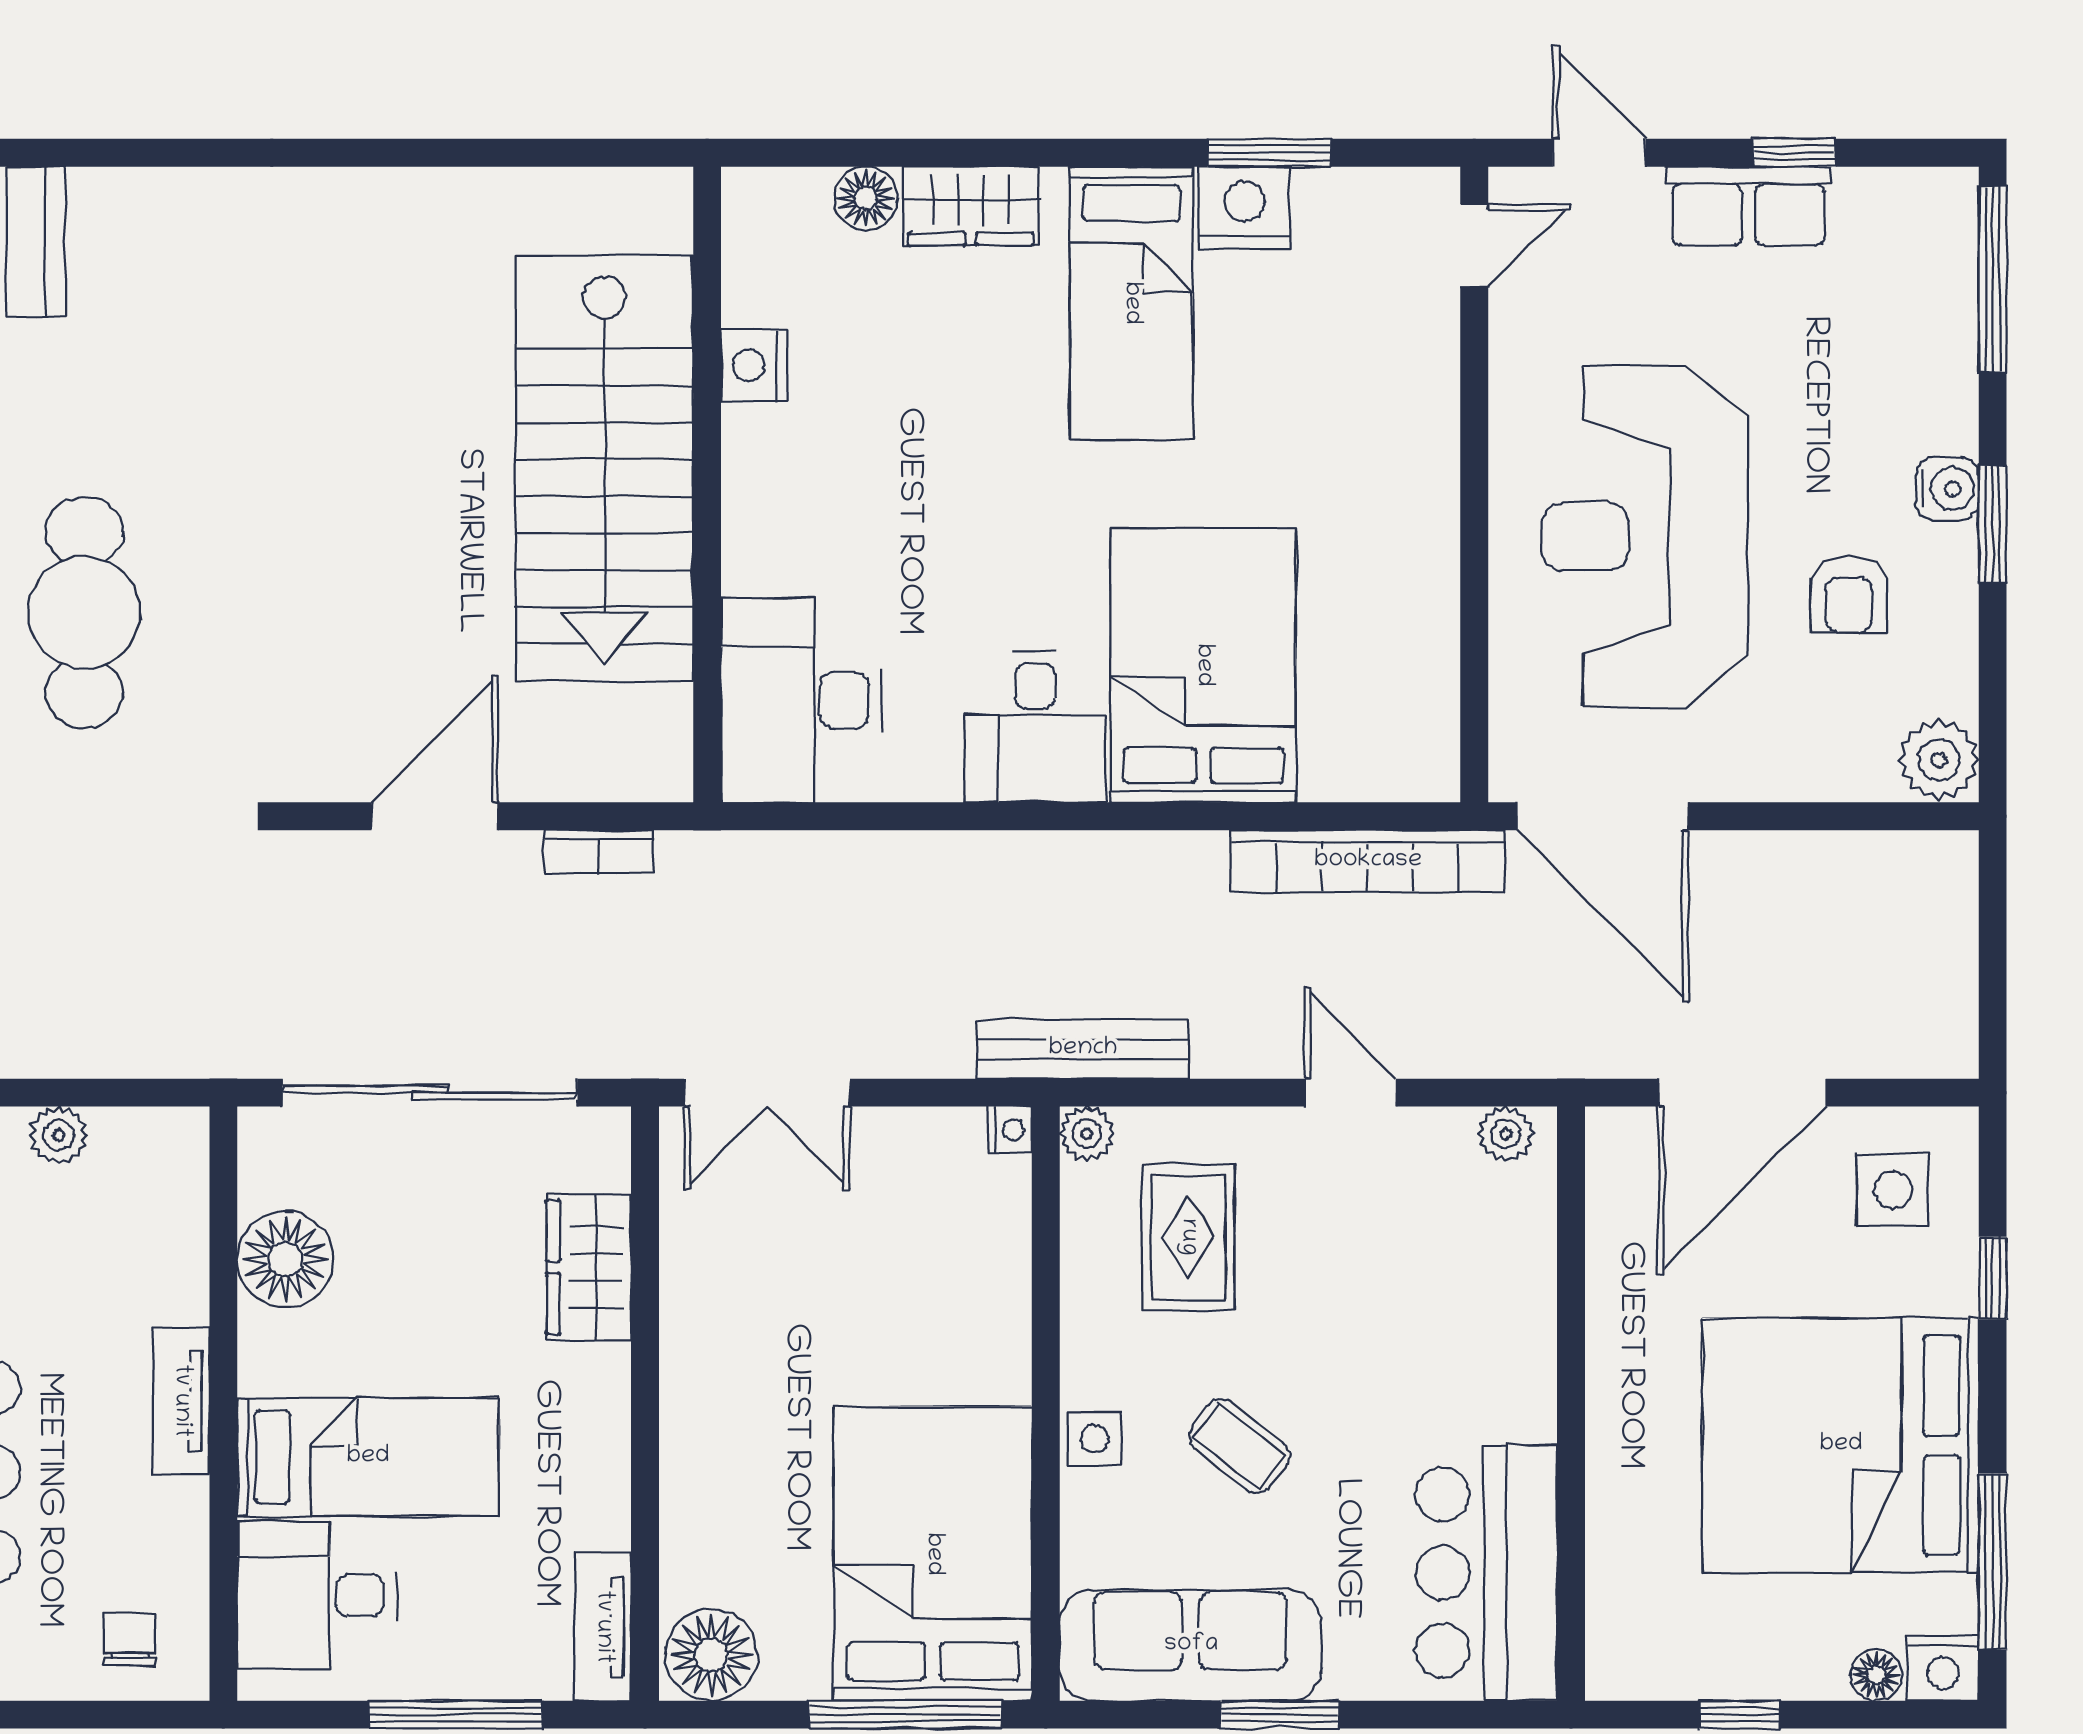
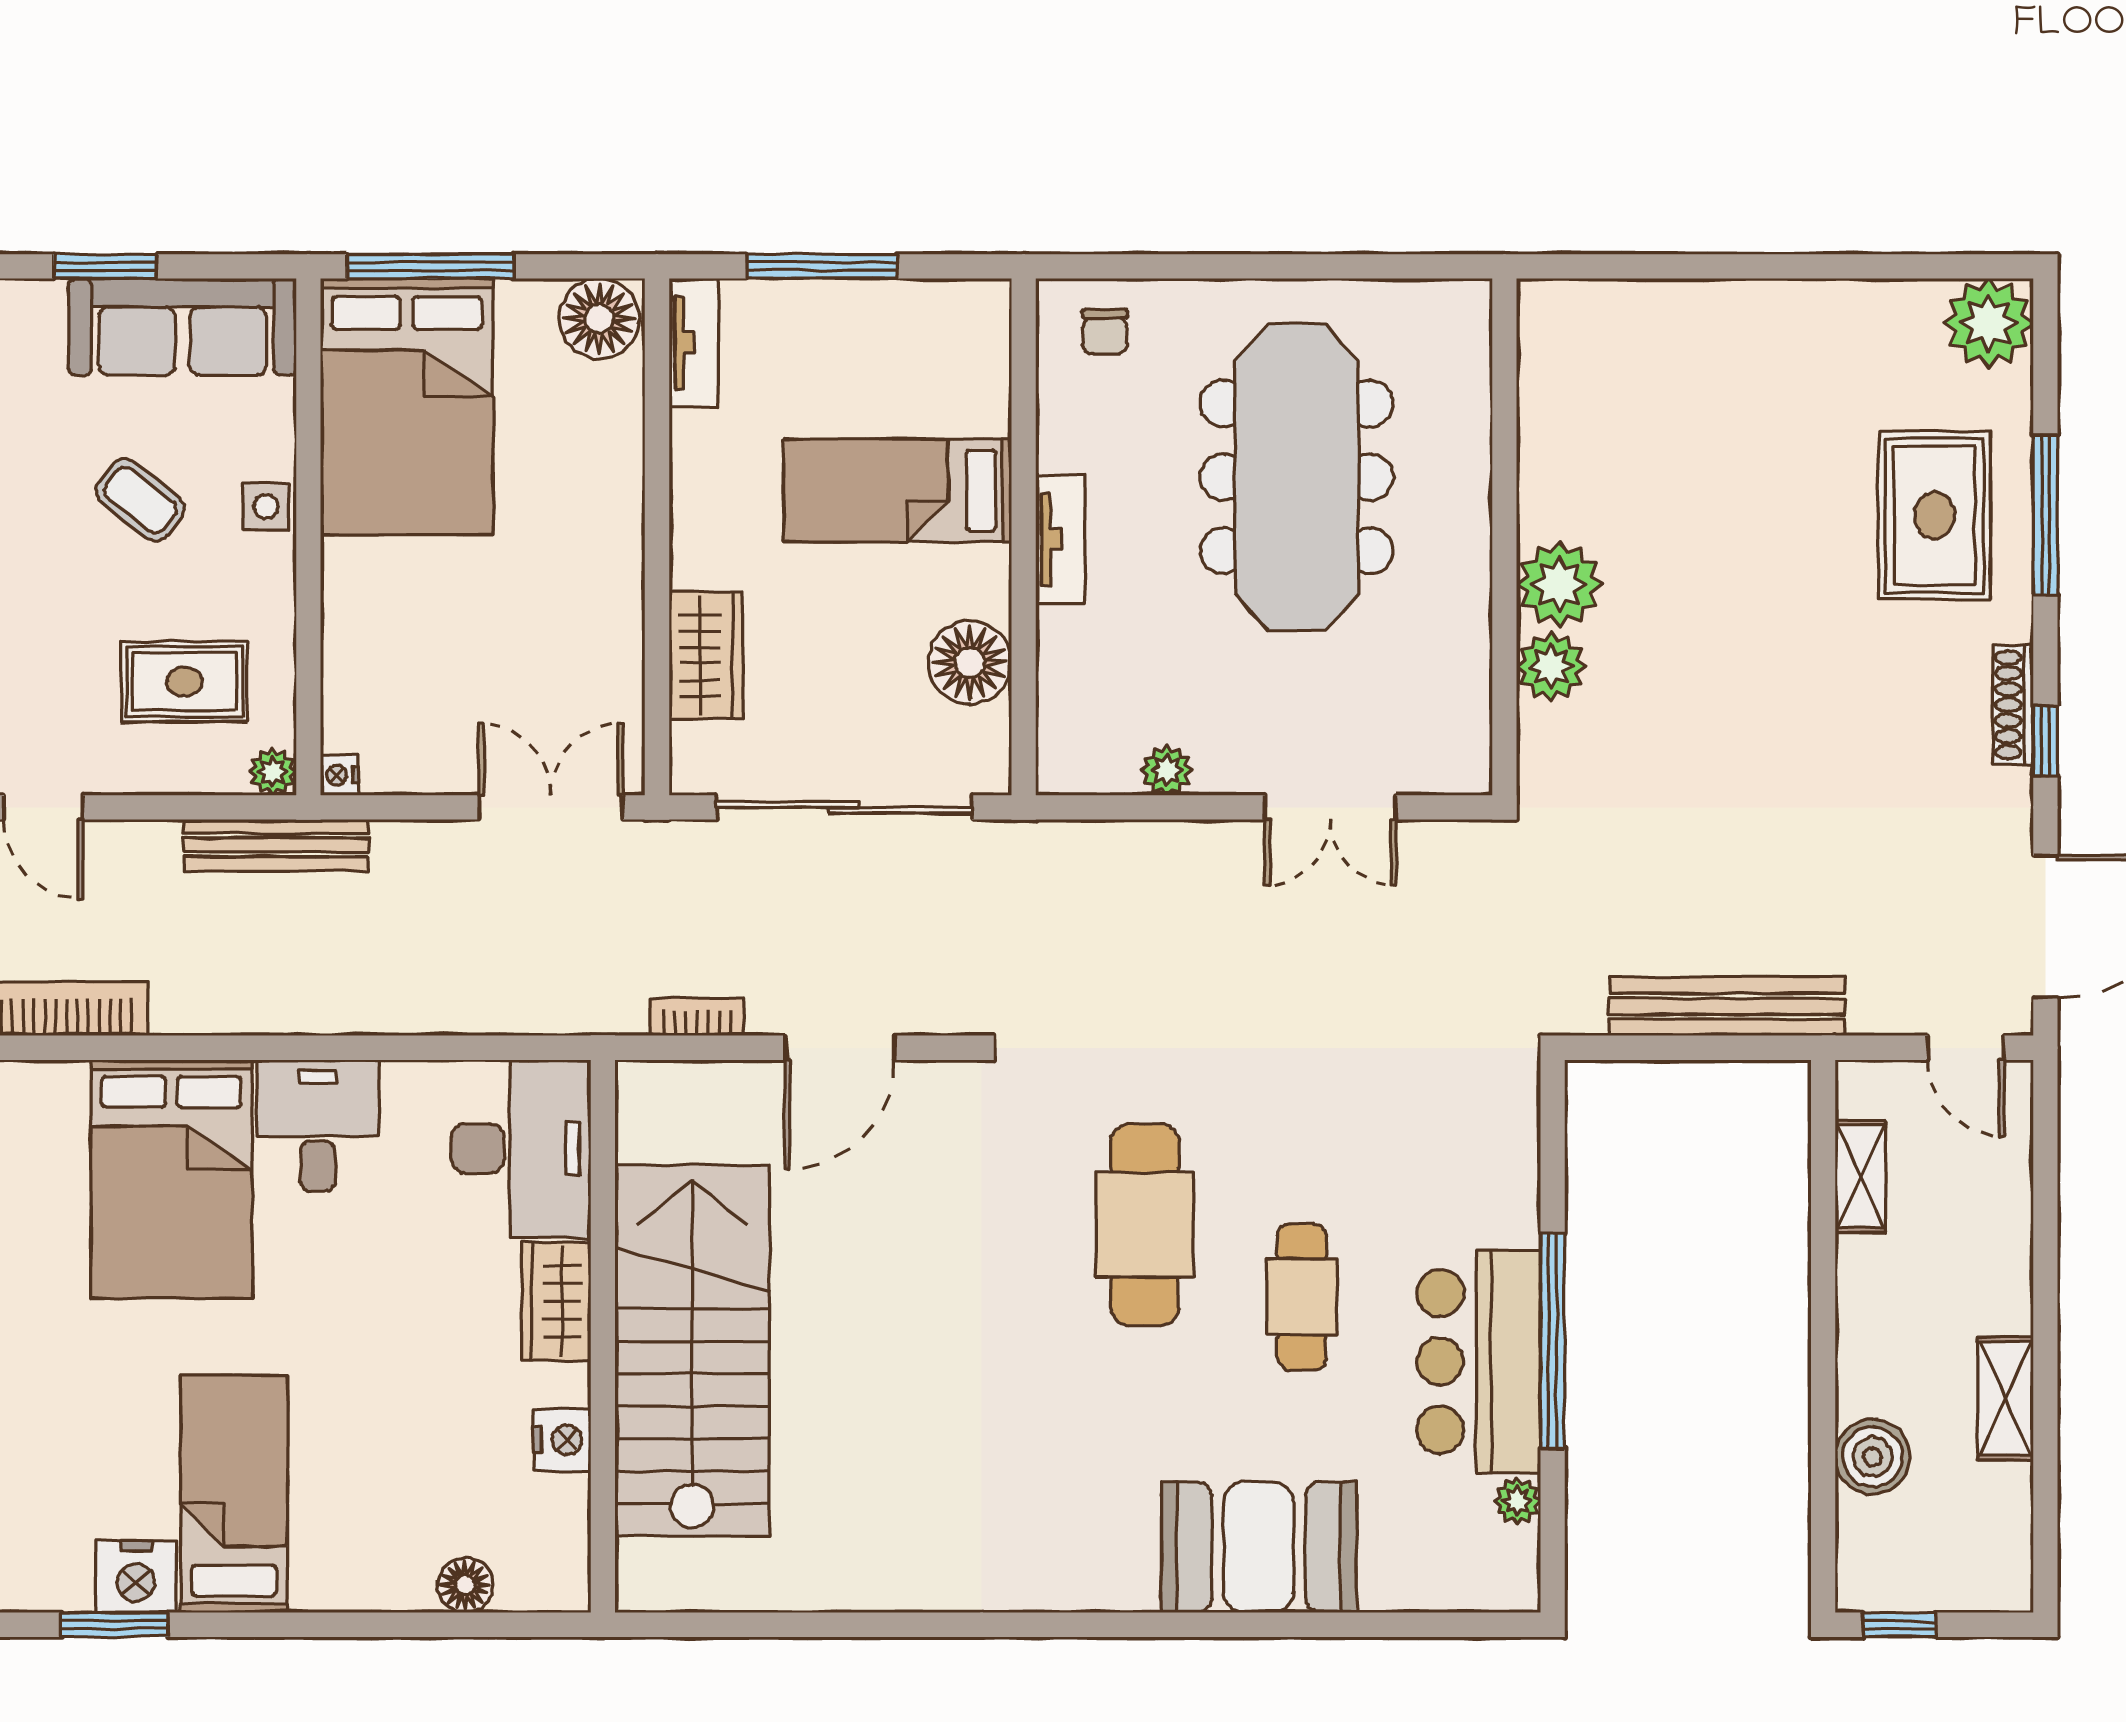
wardrobe: (971, 206) -> (557, 1301), moved, turned -90
rug: (1188, 1237) -> (184, 682), turned 90
desk: (317, 1595) -> (942, 370), removed

